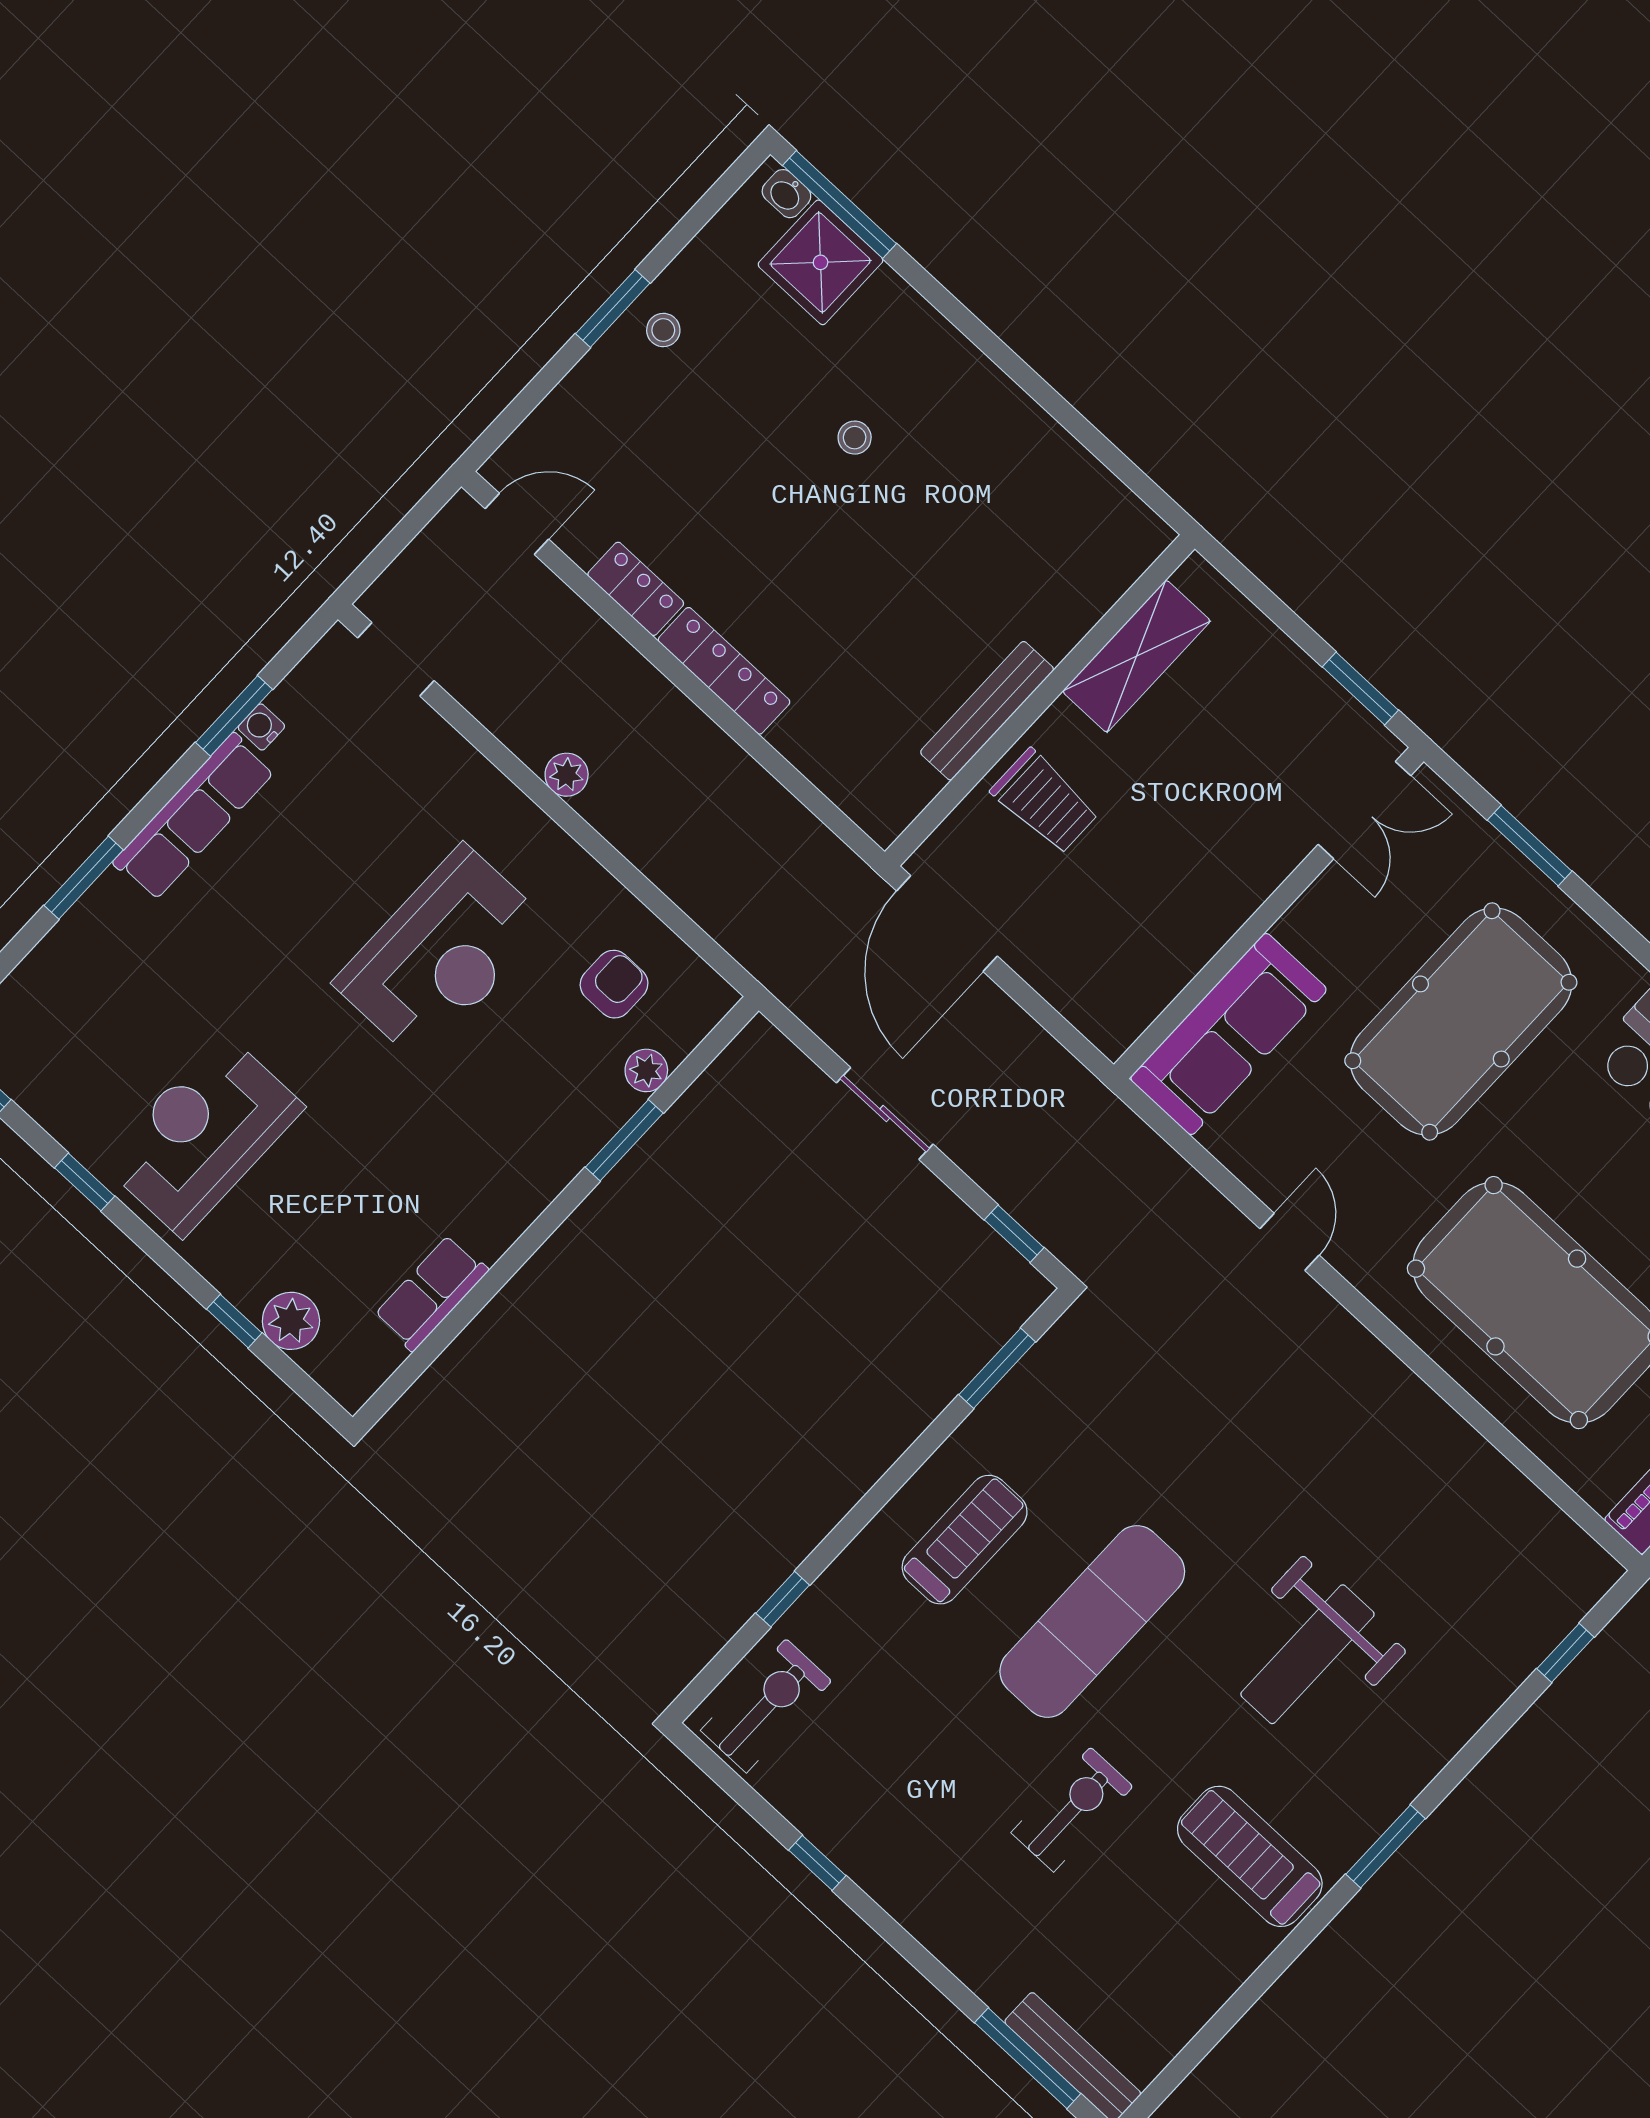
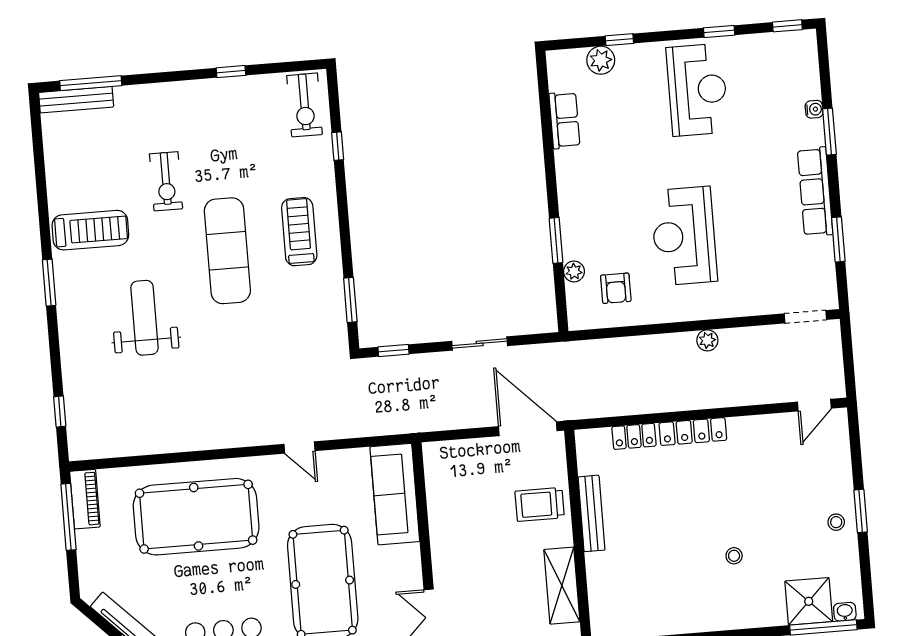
locker: (636, 589) -> (634, 436), moved
water cooler: (261, 727) -> (814, 109), moved
treadmill: (965, 1540) -> (299, 232), turned 180

